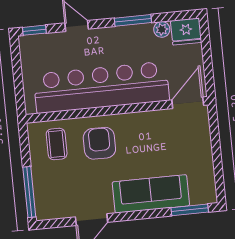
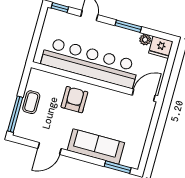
coffee table: (57, 144) -> (31, 102), moved

